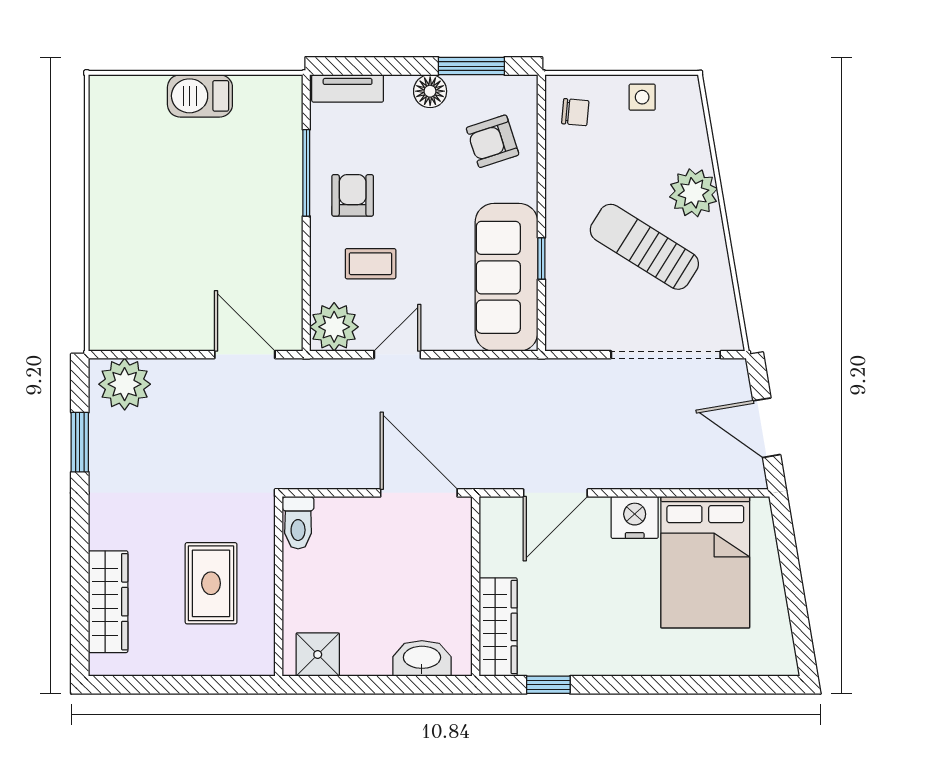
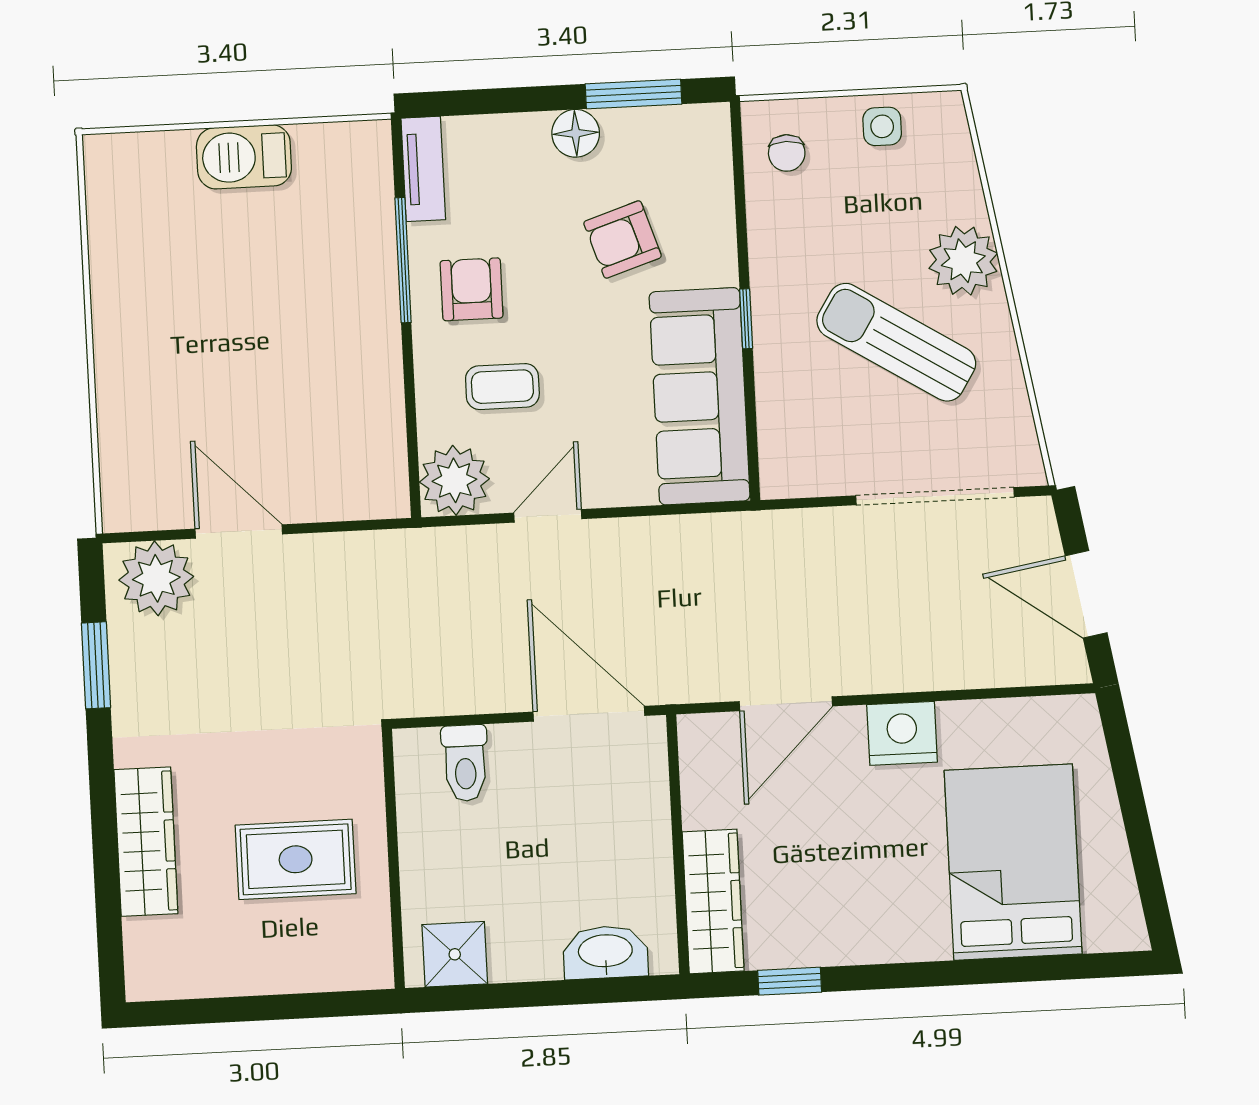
tv unit: (348, 88) -> (423, 169), moved, turned -90
chair: (575, 112) -> (787, 153), turned 85
armchair: (493, 141) -> (623, 239), moved
window: (541, 259) -> (746, 319), moved
door: (245, 355) -> (239, 532), moved
toilet: (298, 523) -> (465, 763), moved
bed: (705, 562) -> (1013, 862), moved, turned 180
rug: (211, 583) -> (296, 859), turned 90
wardrobe: (108, 602) -> (146, 842), moved

